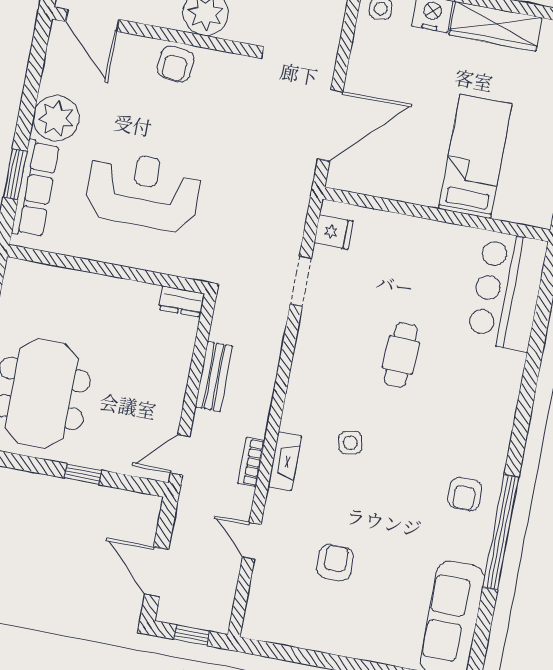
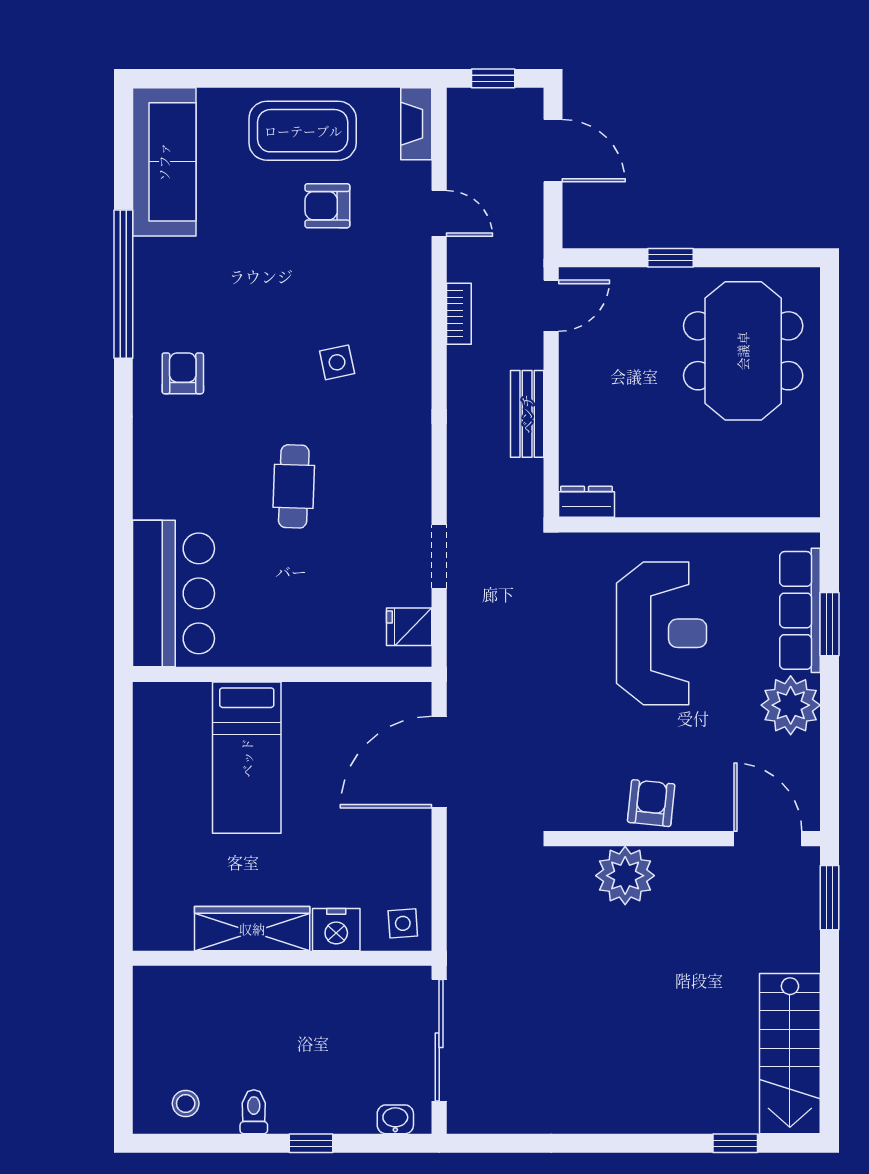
reception desk: (144, 191) -> (662, 633), turned -90
fireplace: (285, 461) -> (416, 124), moved
armchair: (465, 494) -> (183, 373), moved
armchair: (335, 563) -> (327, 206), turned 90
coffee table: (343, 623) -> (303, 131), added

